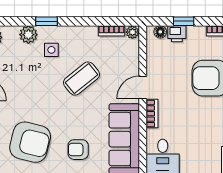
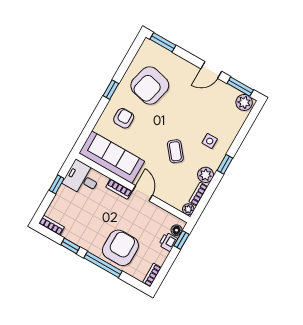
window: (46, 21) -> (225, 164), moved
window: (184, 21) -> (181, 240), moved
plant: (28, 35) -> (206, 175), moved
coffee table: (81, 79) -> (175, 151), width x0.73, depth x0.77

